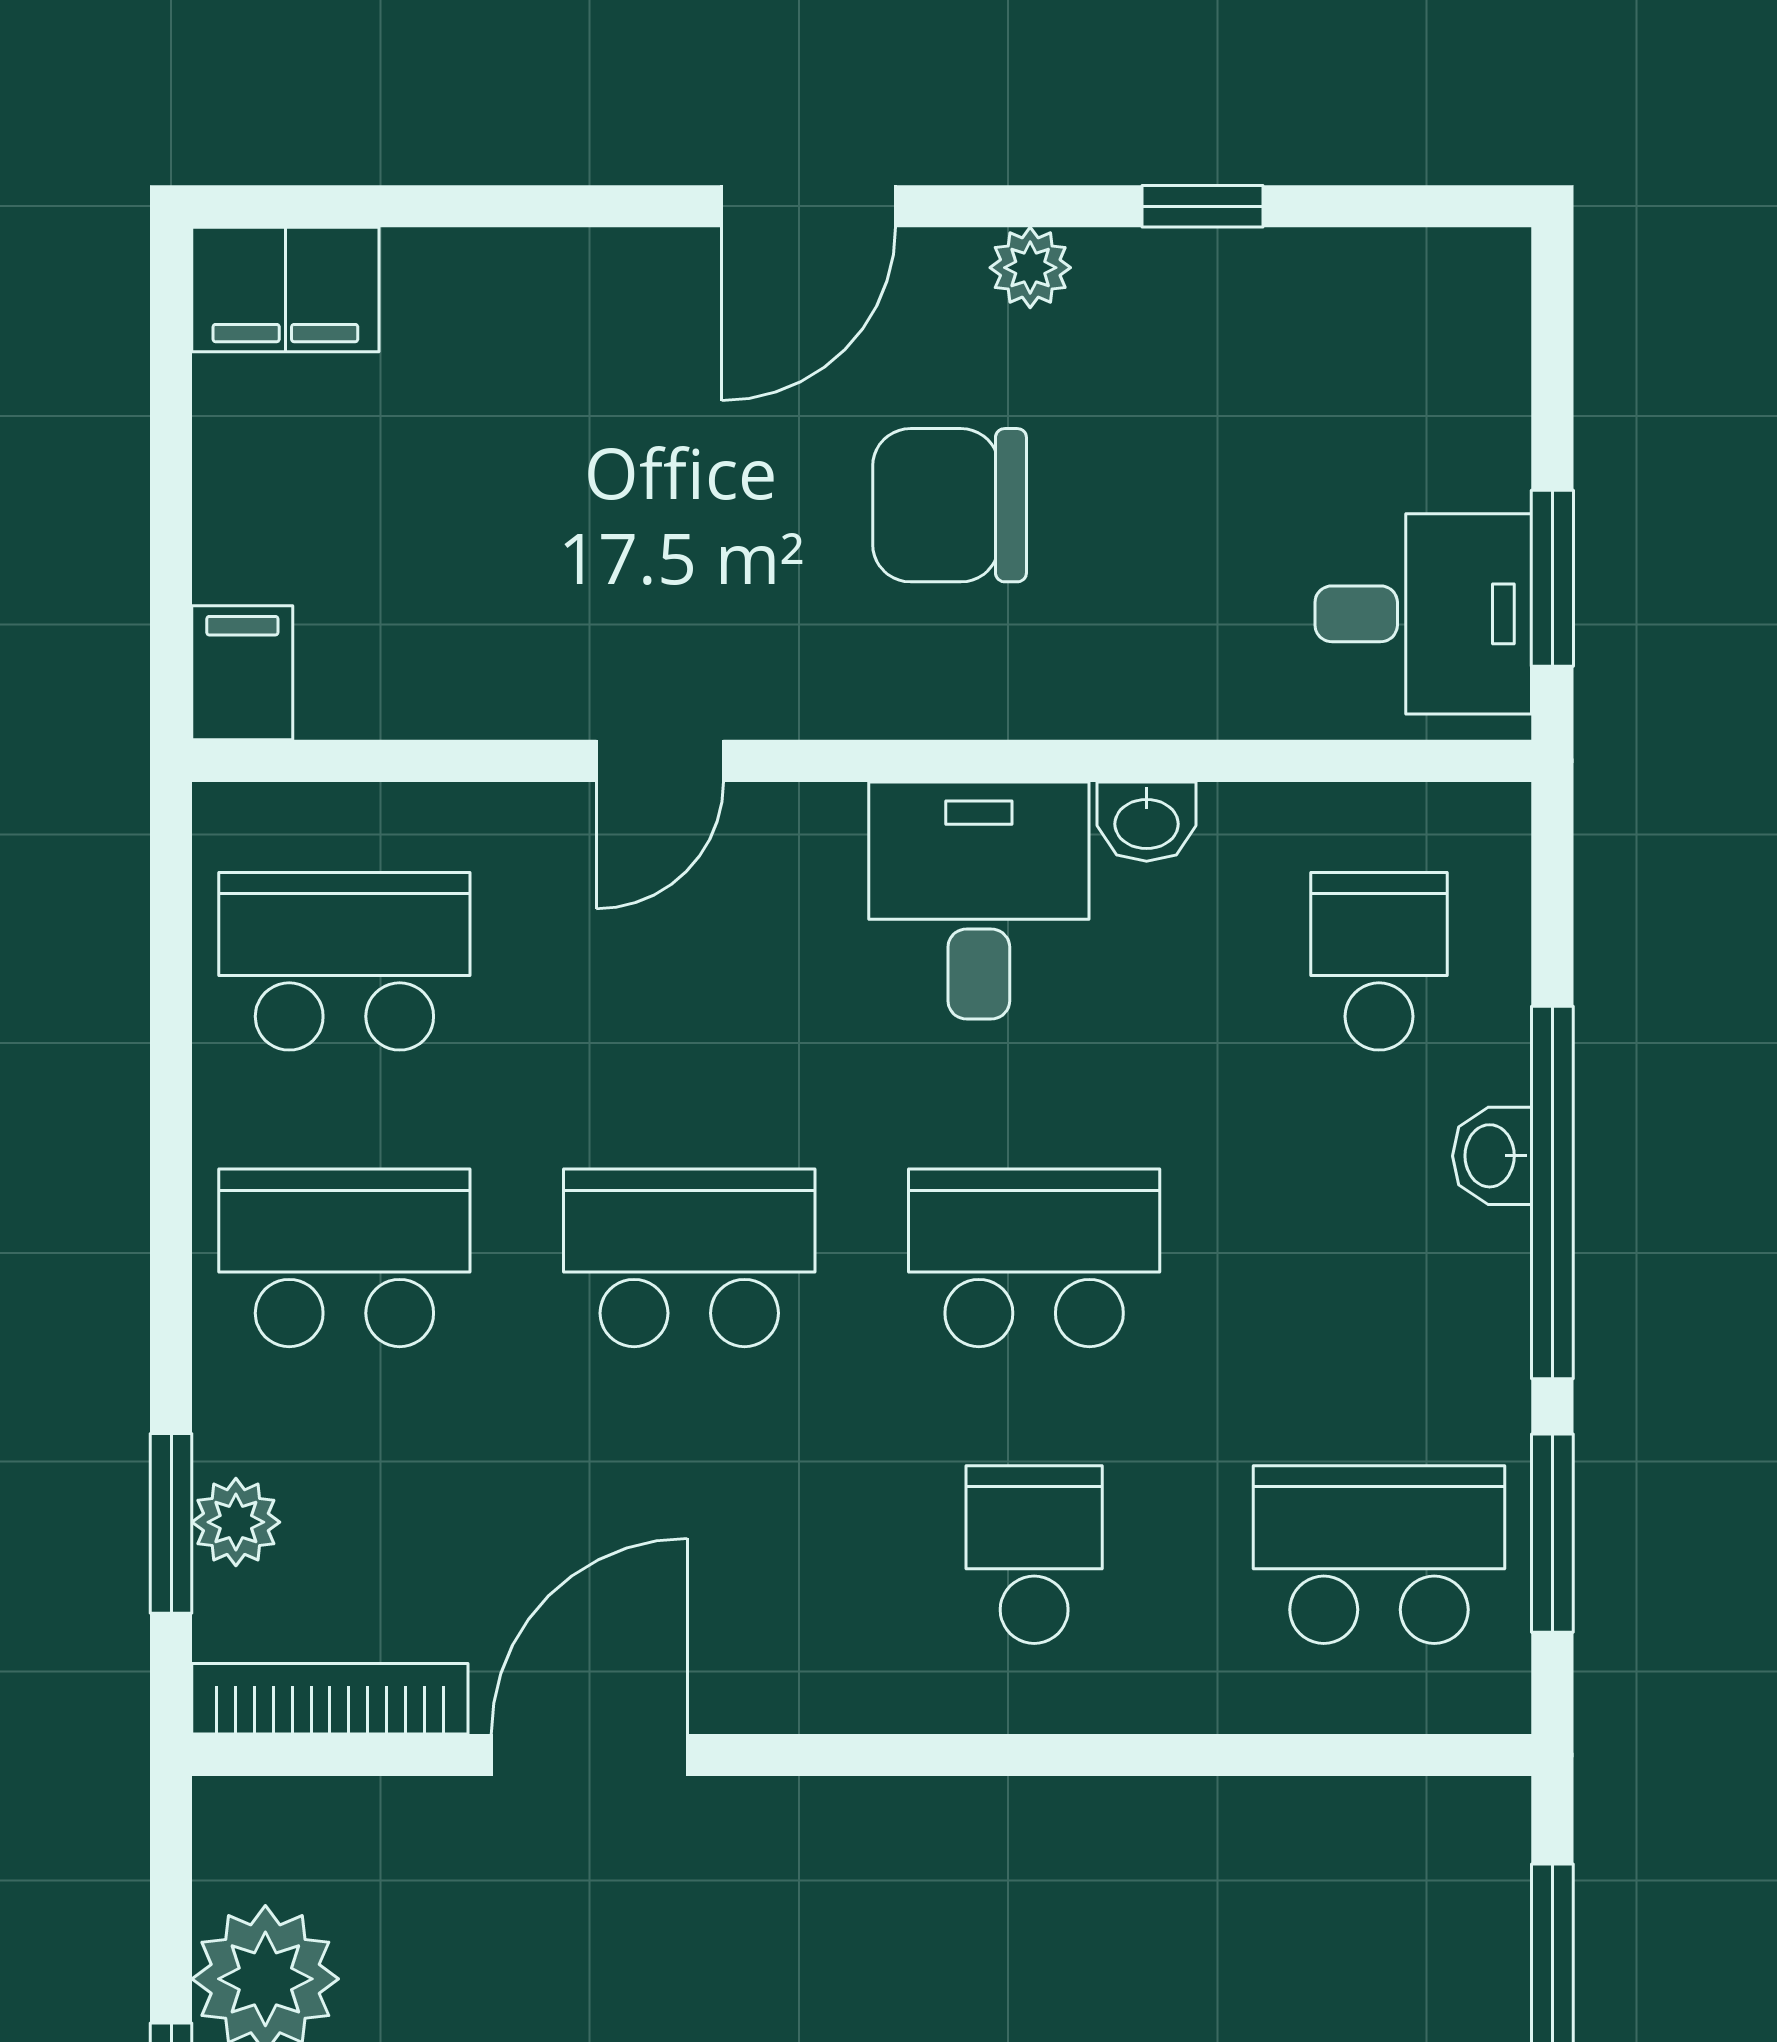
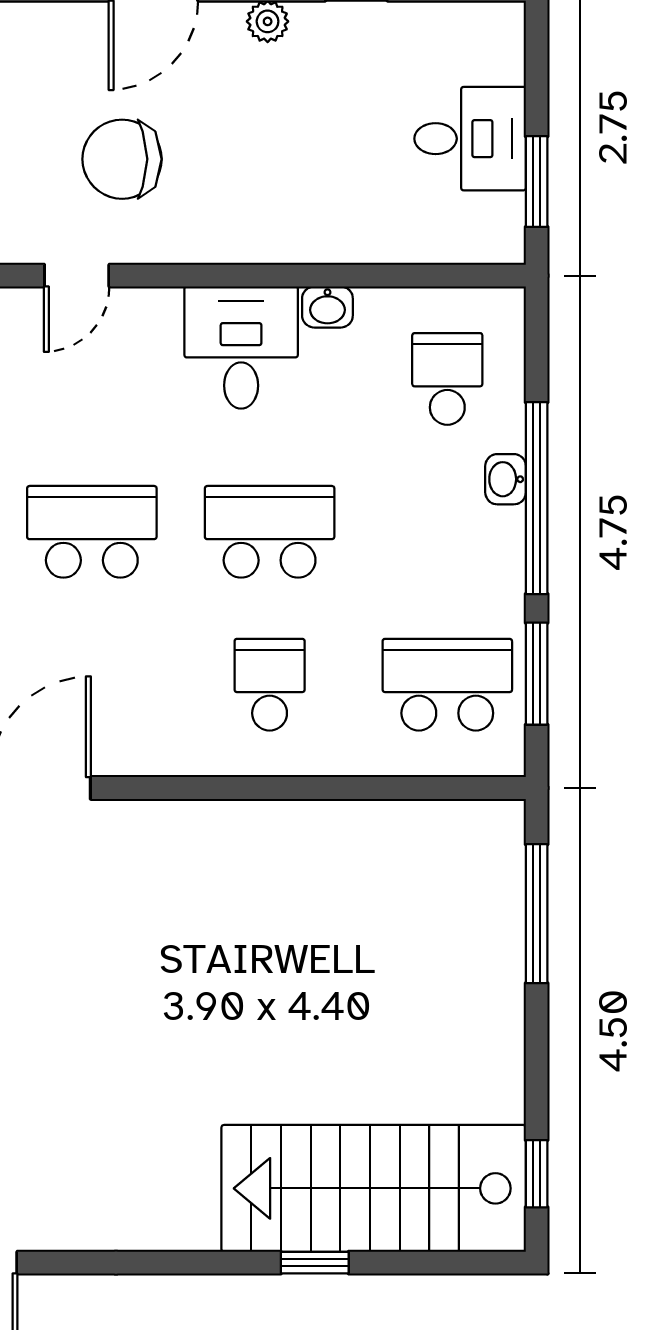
chair: (950, 505) -> (122, 159), moved
desk: (1423, 614) -> (470, 139), moved

